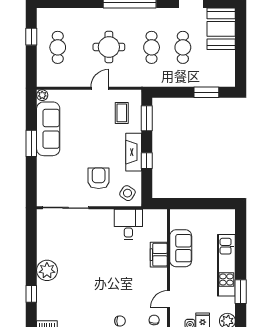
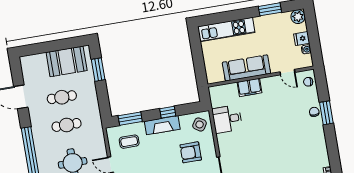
booth: (221, 29) -> (67, 61), moved
sofa: (181, 248) -> (246, 68), width x1.36
kitchen unit: (226, 265) -> (226, 30), moved

